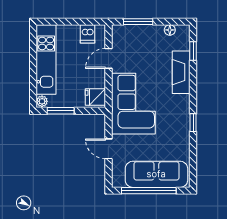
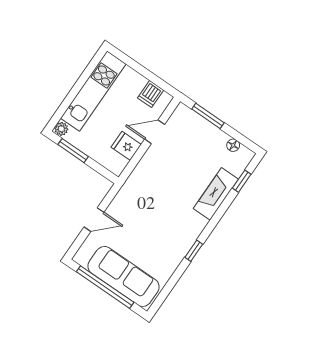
fridge: (95, 97) -> (126, 146), moved
corner sofa: (133, 104) -> (148, 192), removed
door: (108, 149) -> (94, 220), swing flipped

